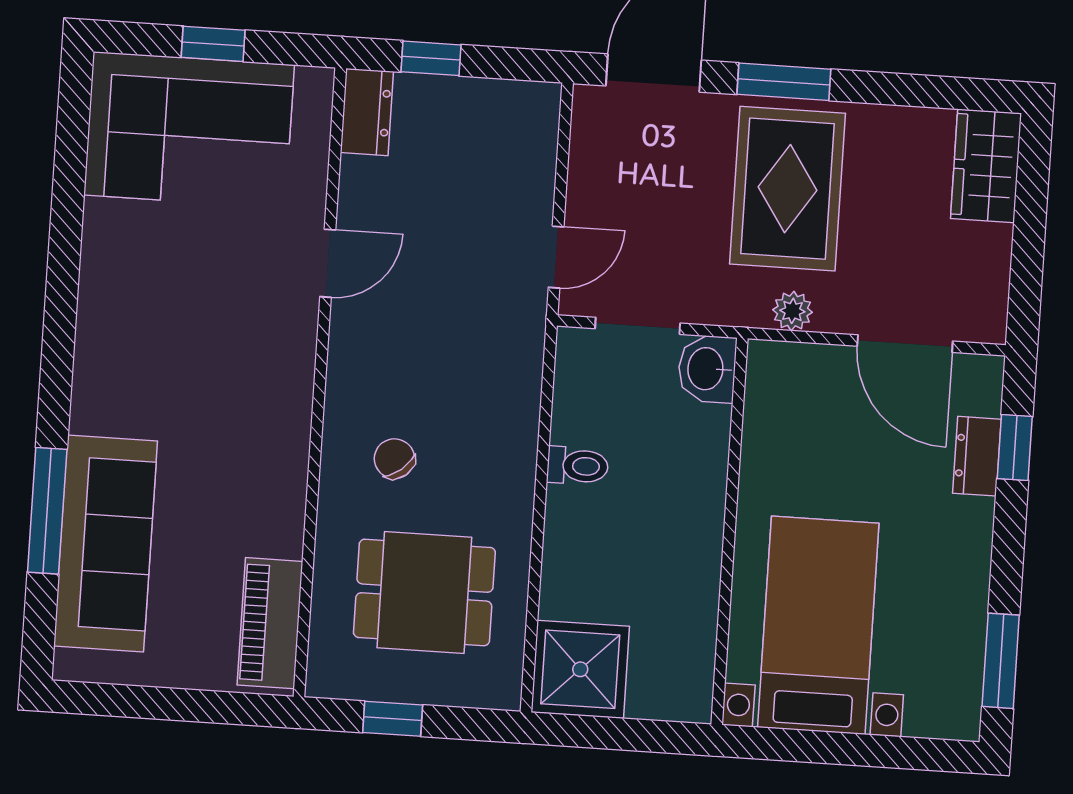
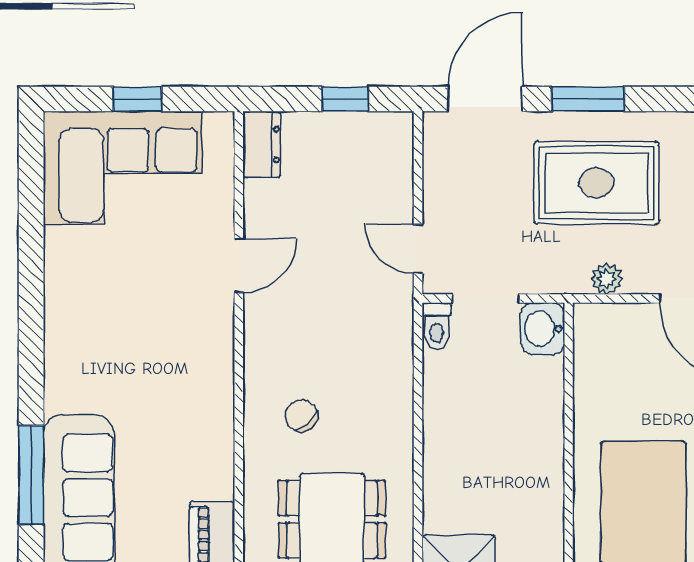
window: (431, 58) -> (345, 99), moved
rug: (787, 189) -> (596, 183), turned 90
door: (556, 257) -> (418, 249), swing flipped
toilet: (578, 466) -> (437, 326), moved, turned 90

